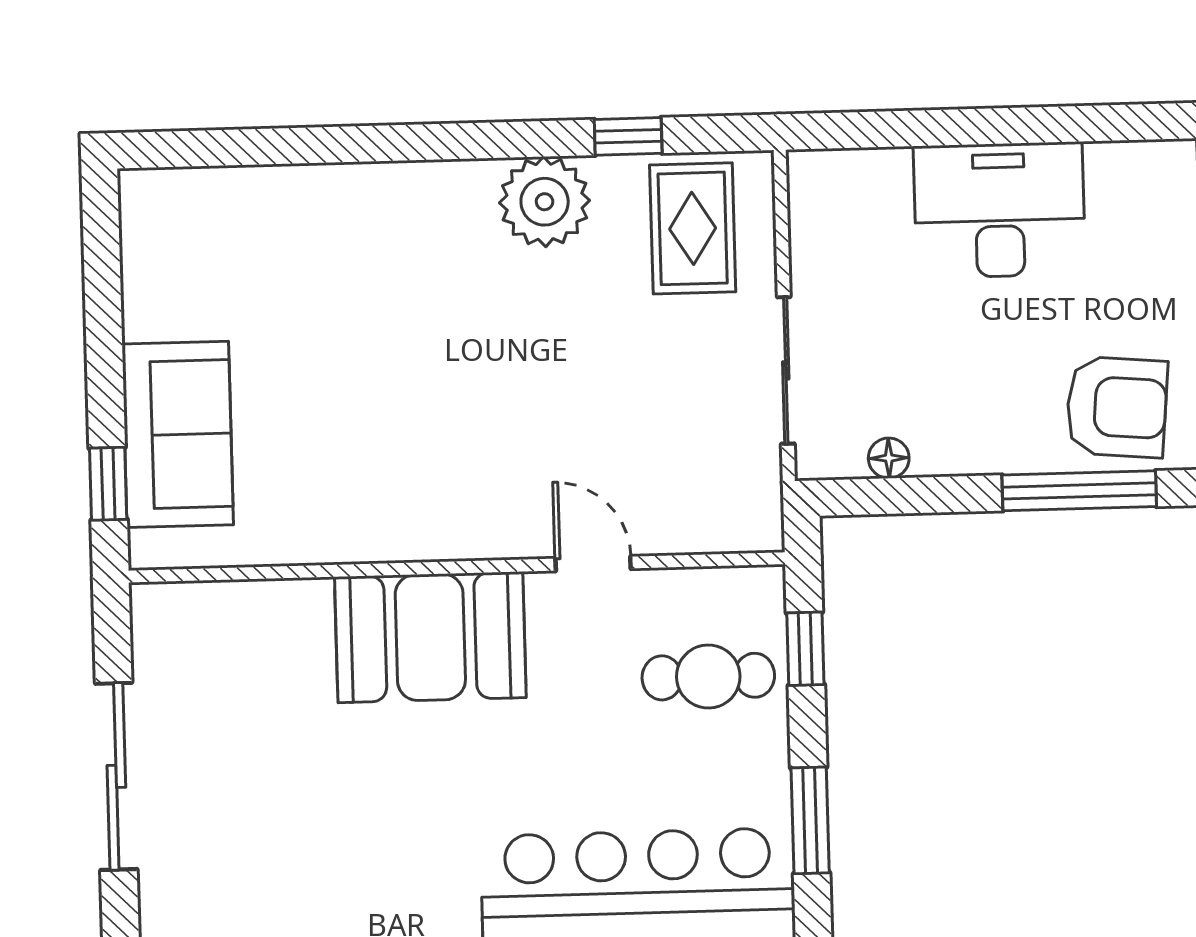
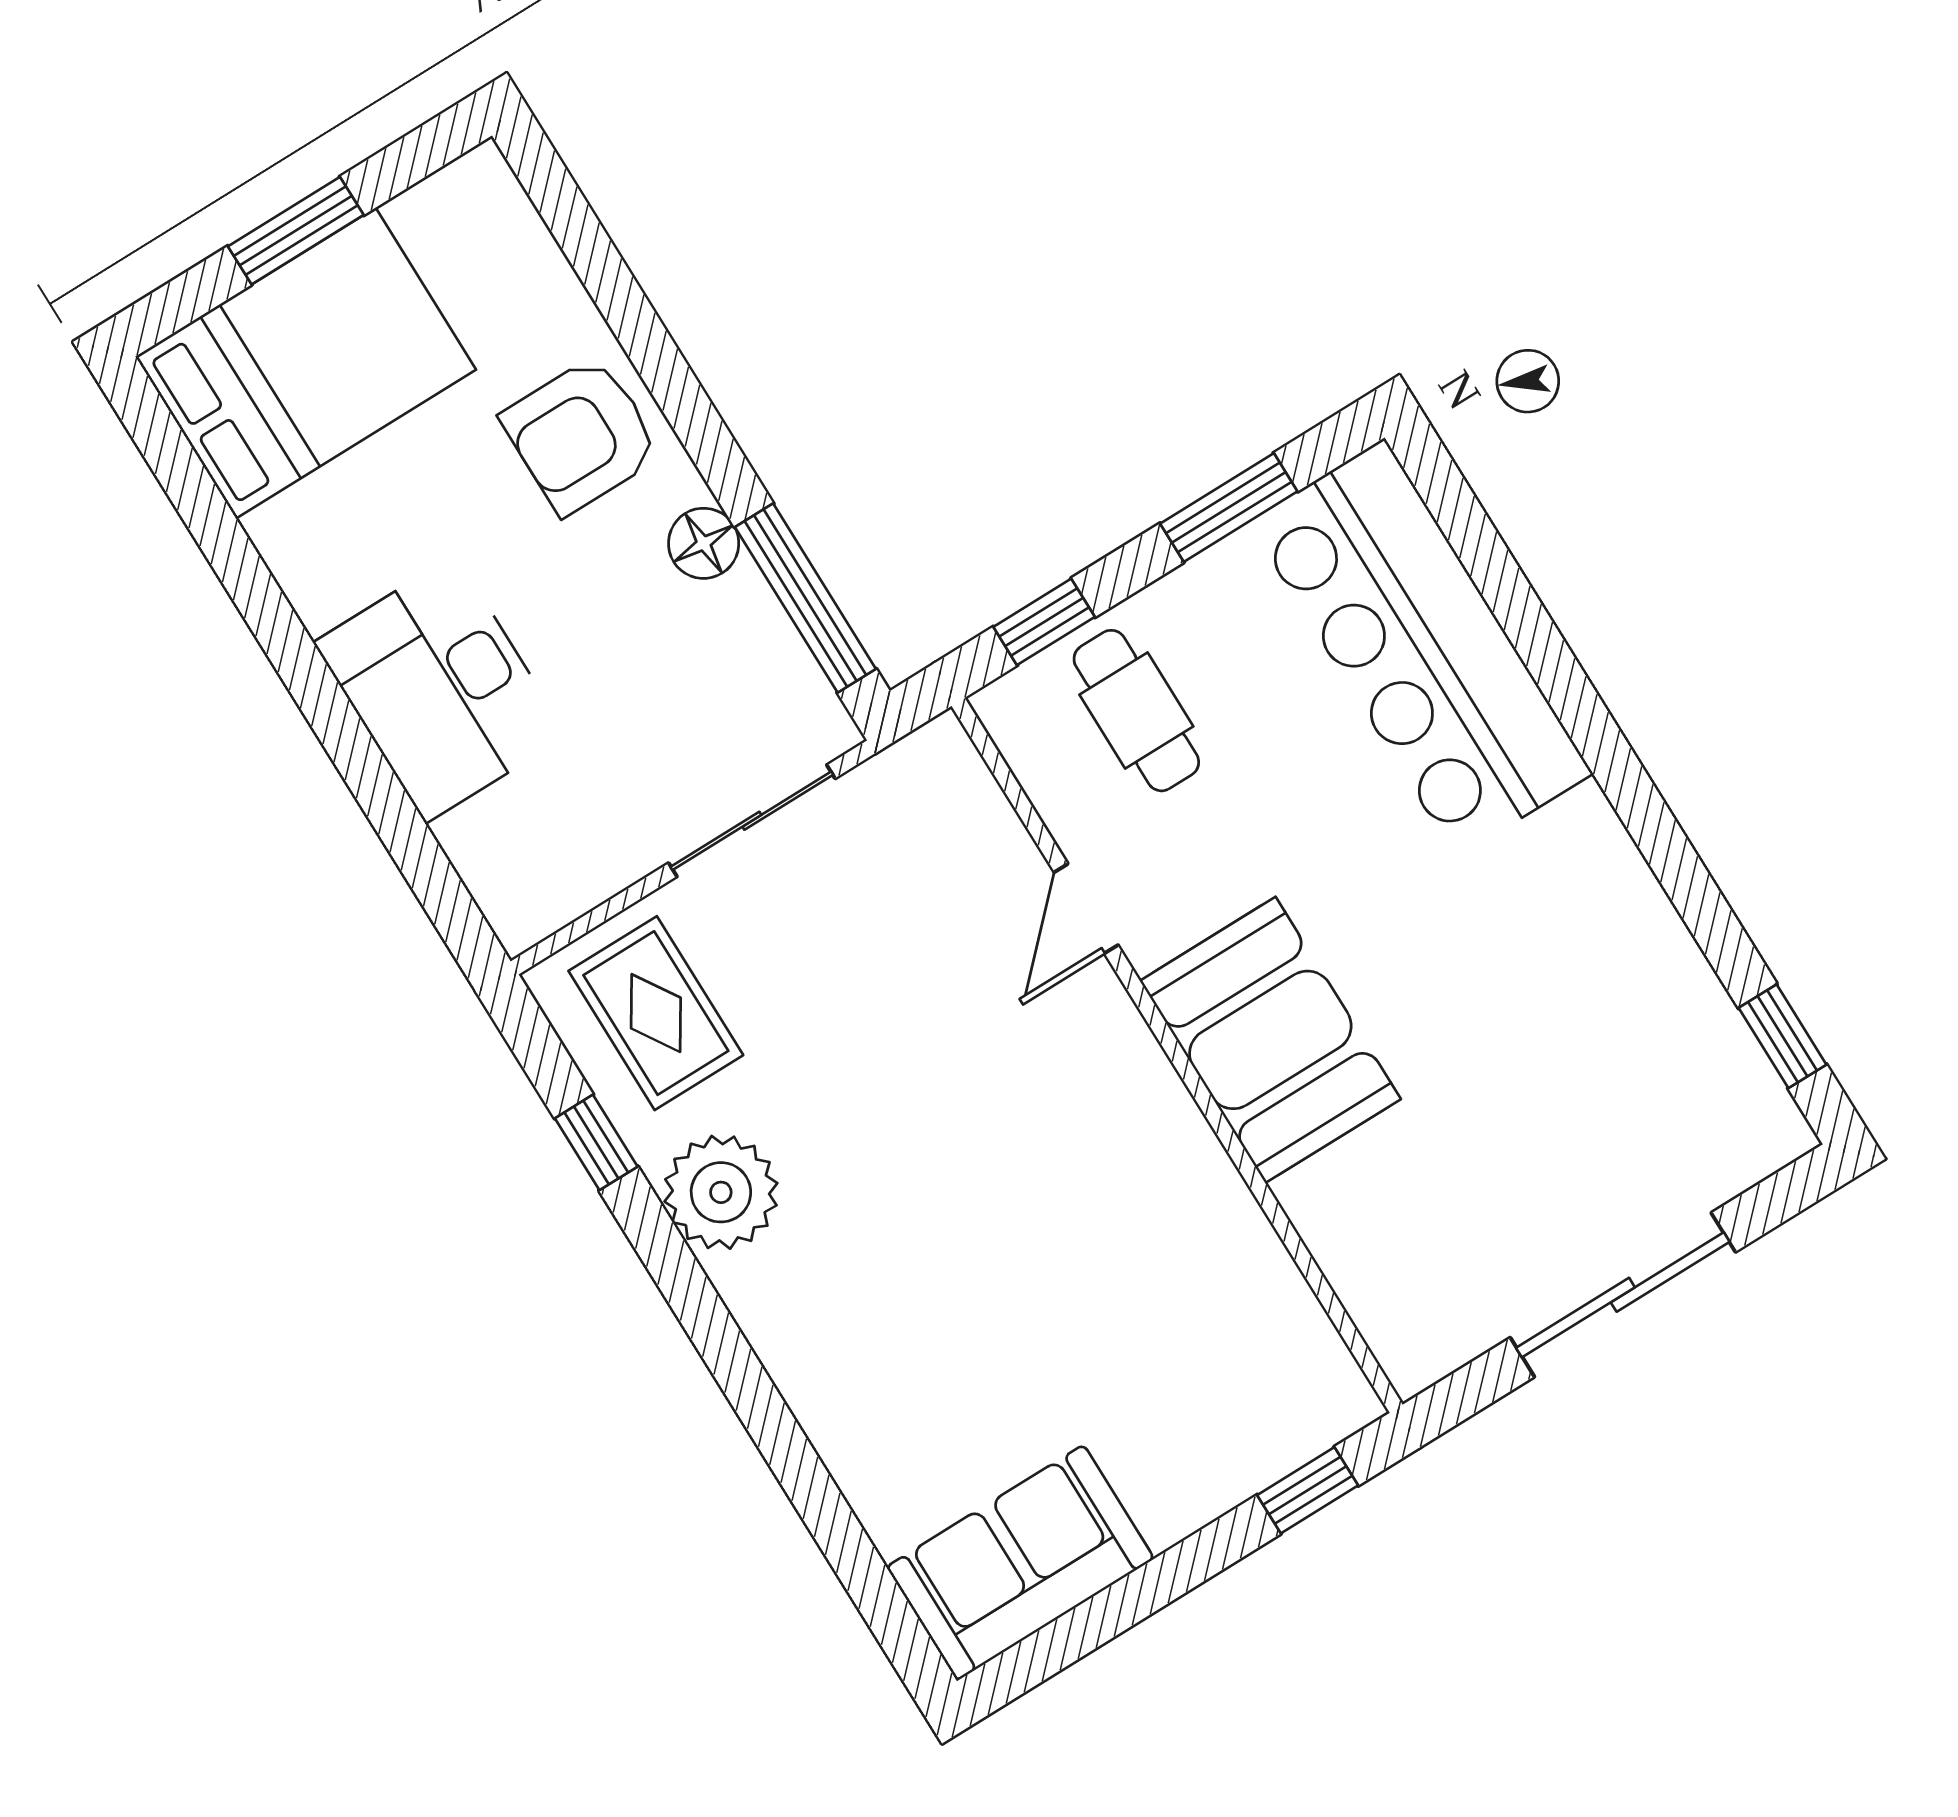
rug: (693, 228) -> (656, 1013), turned 90
armchair: (1117, 407) -> (581, 435), turned -95
sofa: (178, 434) -> (1020, 1563), moved
floor lamp: (889, 458) -> (704, 543), moved, width x1.37, depth x1.37
window: (1079, 491) -> (805, 598), moved

